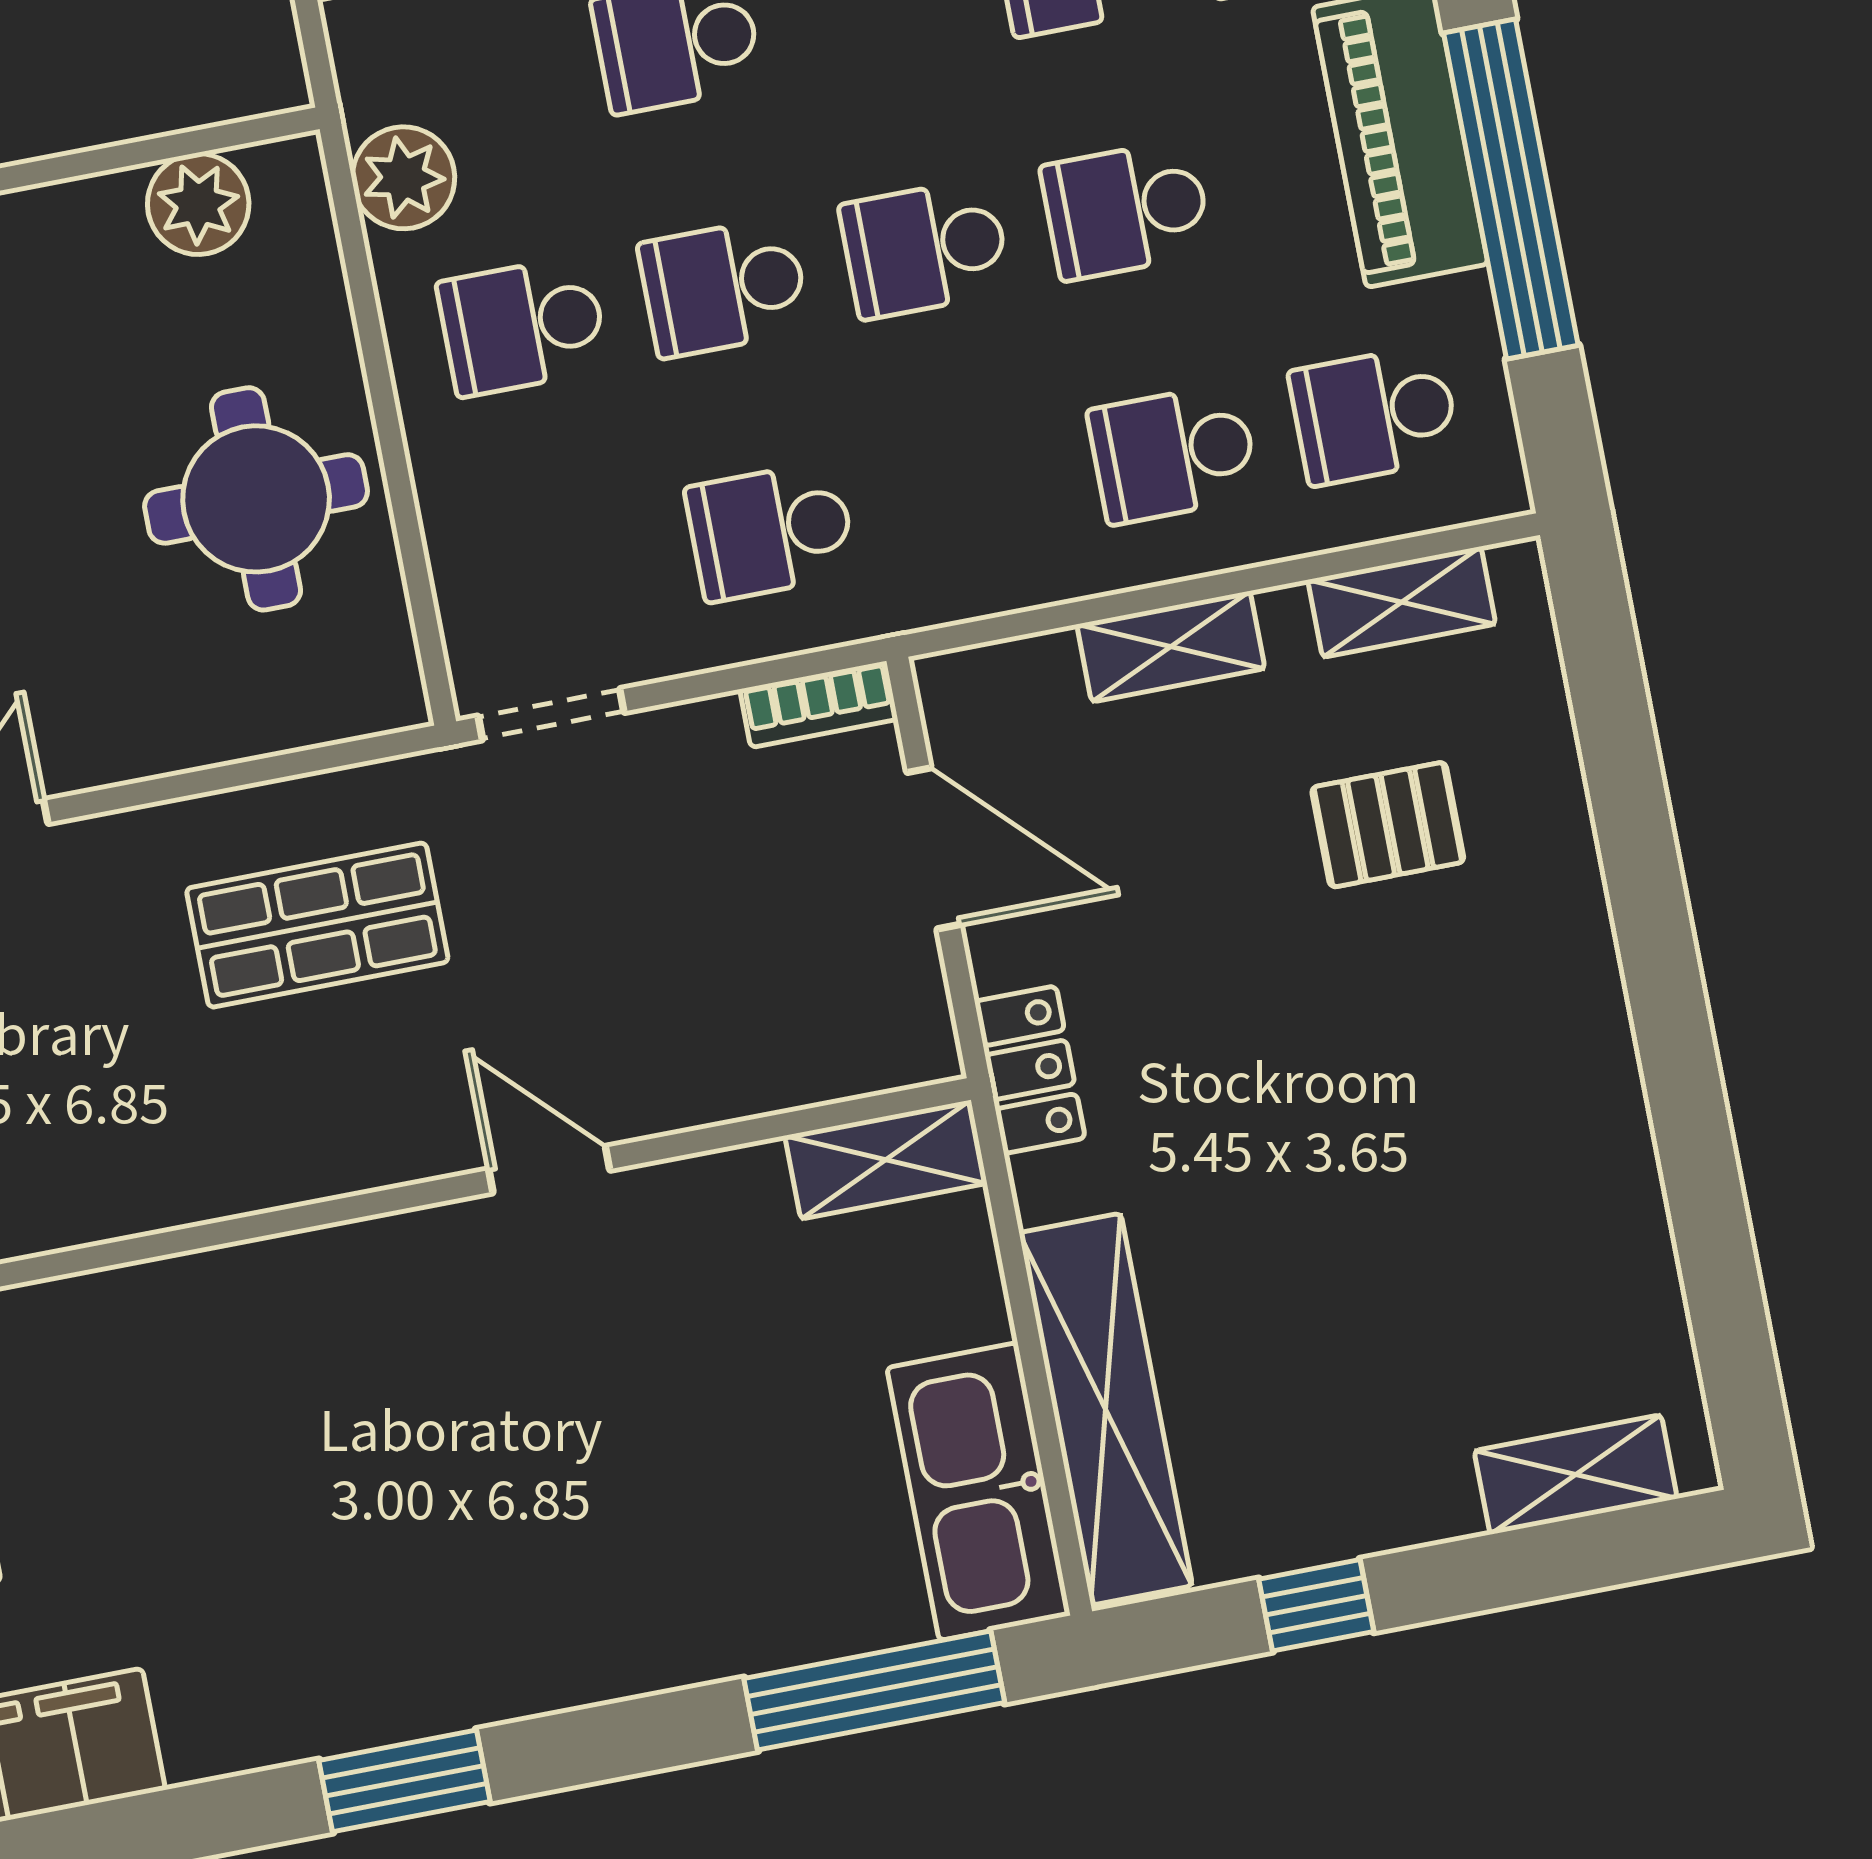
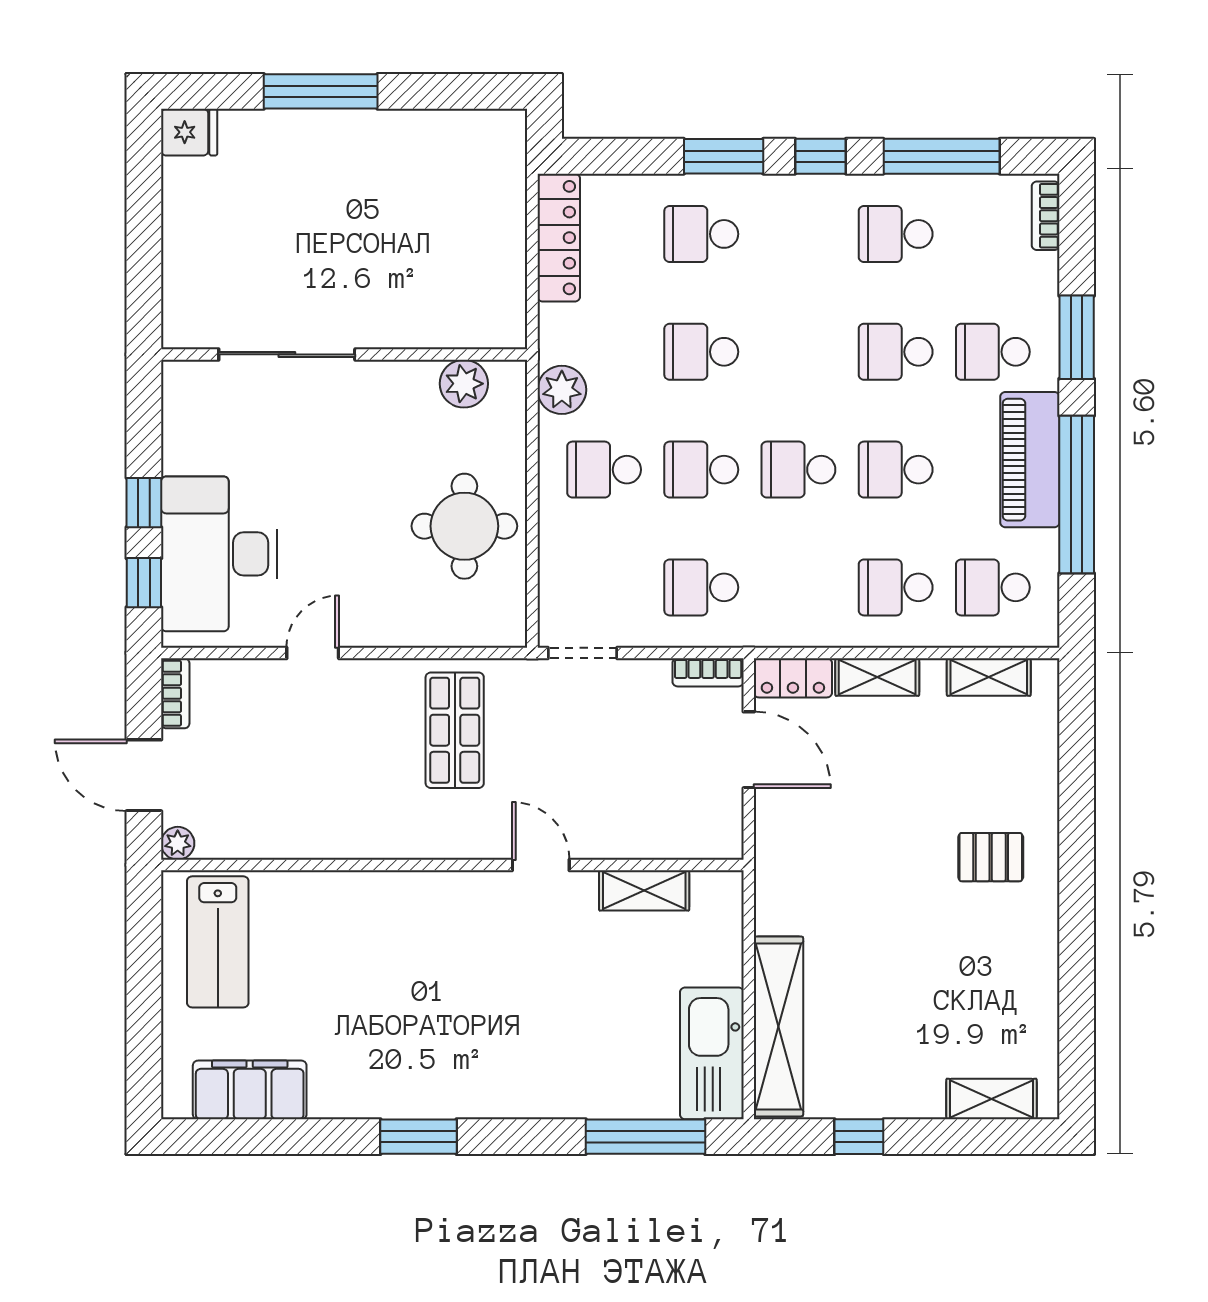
pallet: (1388, 825) -> (991, 857), moved
shop shelf: (317, 925) -> (455, 730), turned 90
locker: (1030, 1070) -> (793, 678), moved, turned 90
shelving: (886, 1160) -> (644, 890), moved

